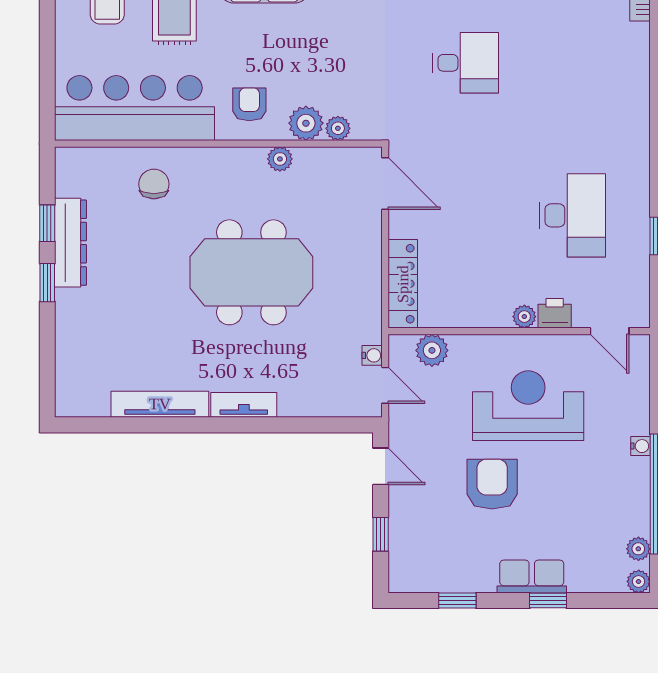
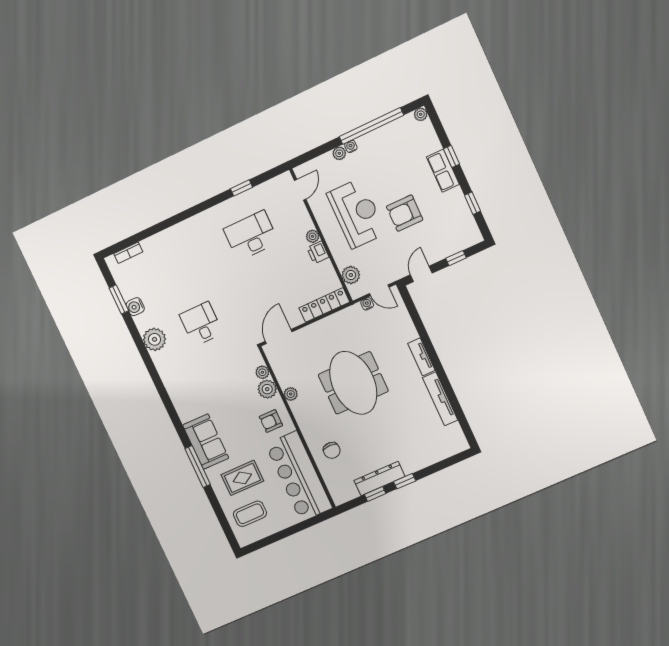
chair: (154, 184) -> (332, 450), turned -90
printer: (555, 313) -> (318, 252), moved
door: (385, 385) -> (379, 290), swing flipped
reception desk: (528, 406) -> (356, 213), turned 180
plant: (638, 549) -> (339, 153), moved

